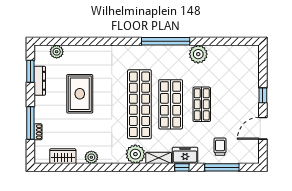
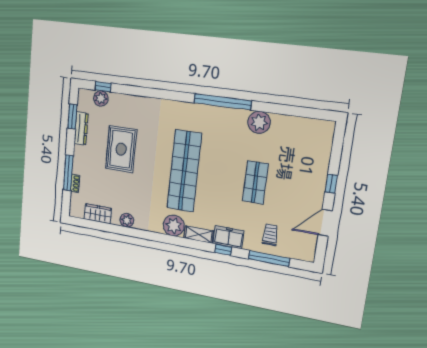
window: (58, 41) -> (103, 87), added
shop shelf: (171, 104) -> (219, 177), removed

